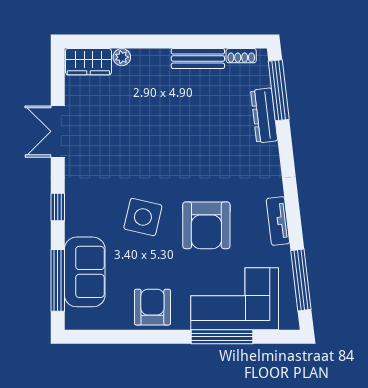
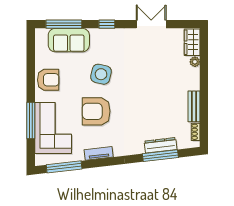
window: (279, 90) -> (160, 156), moved

